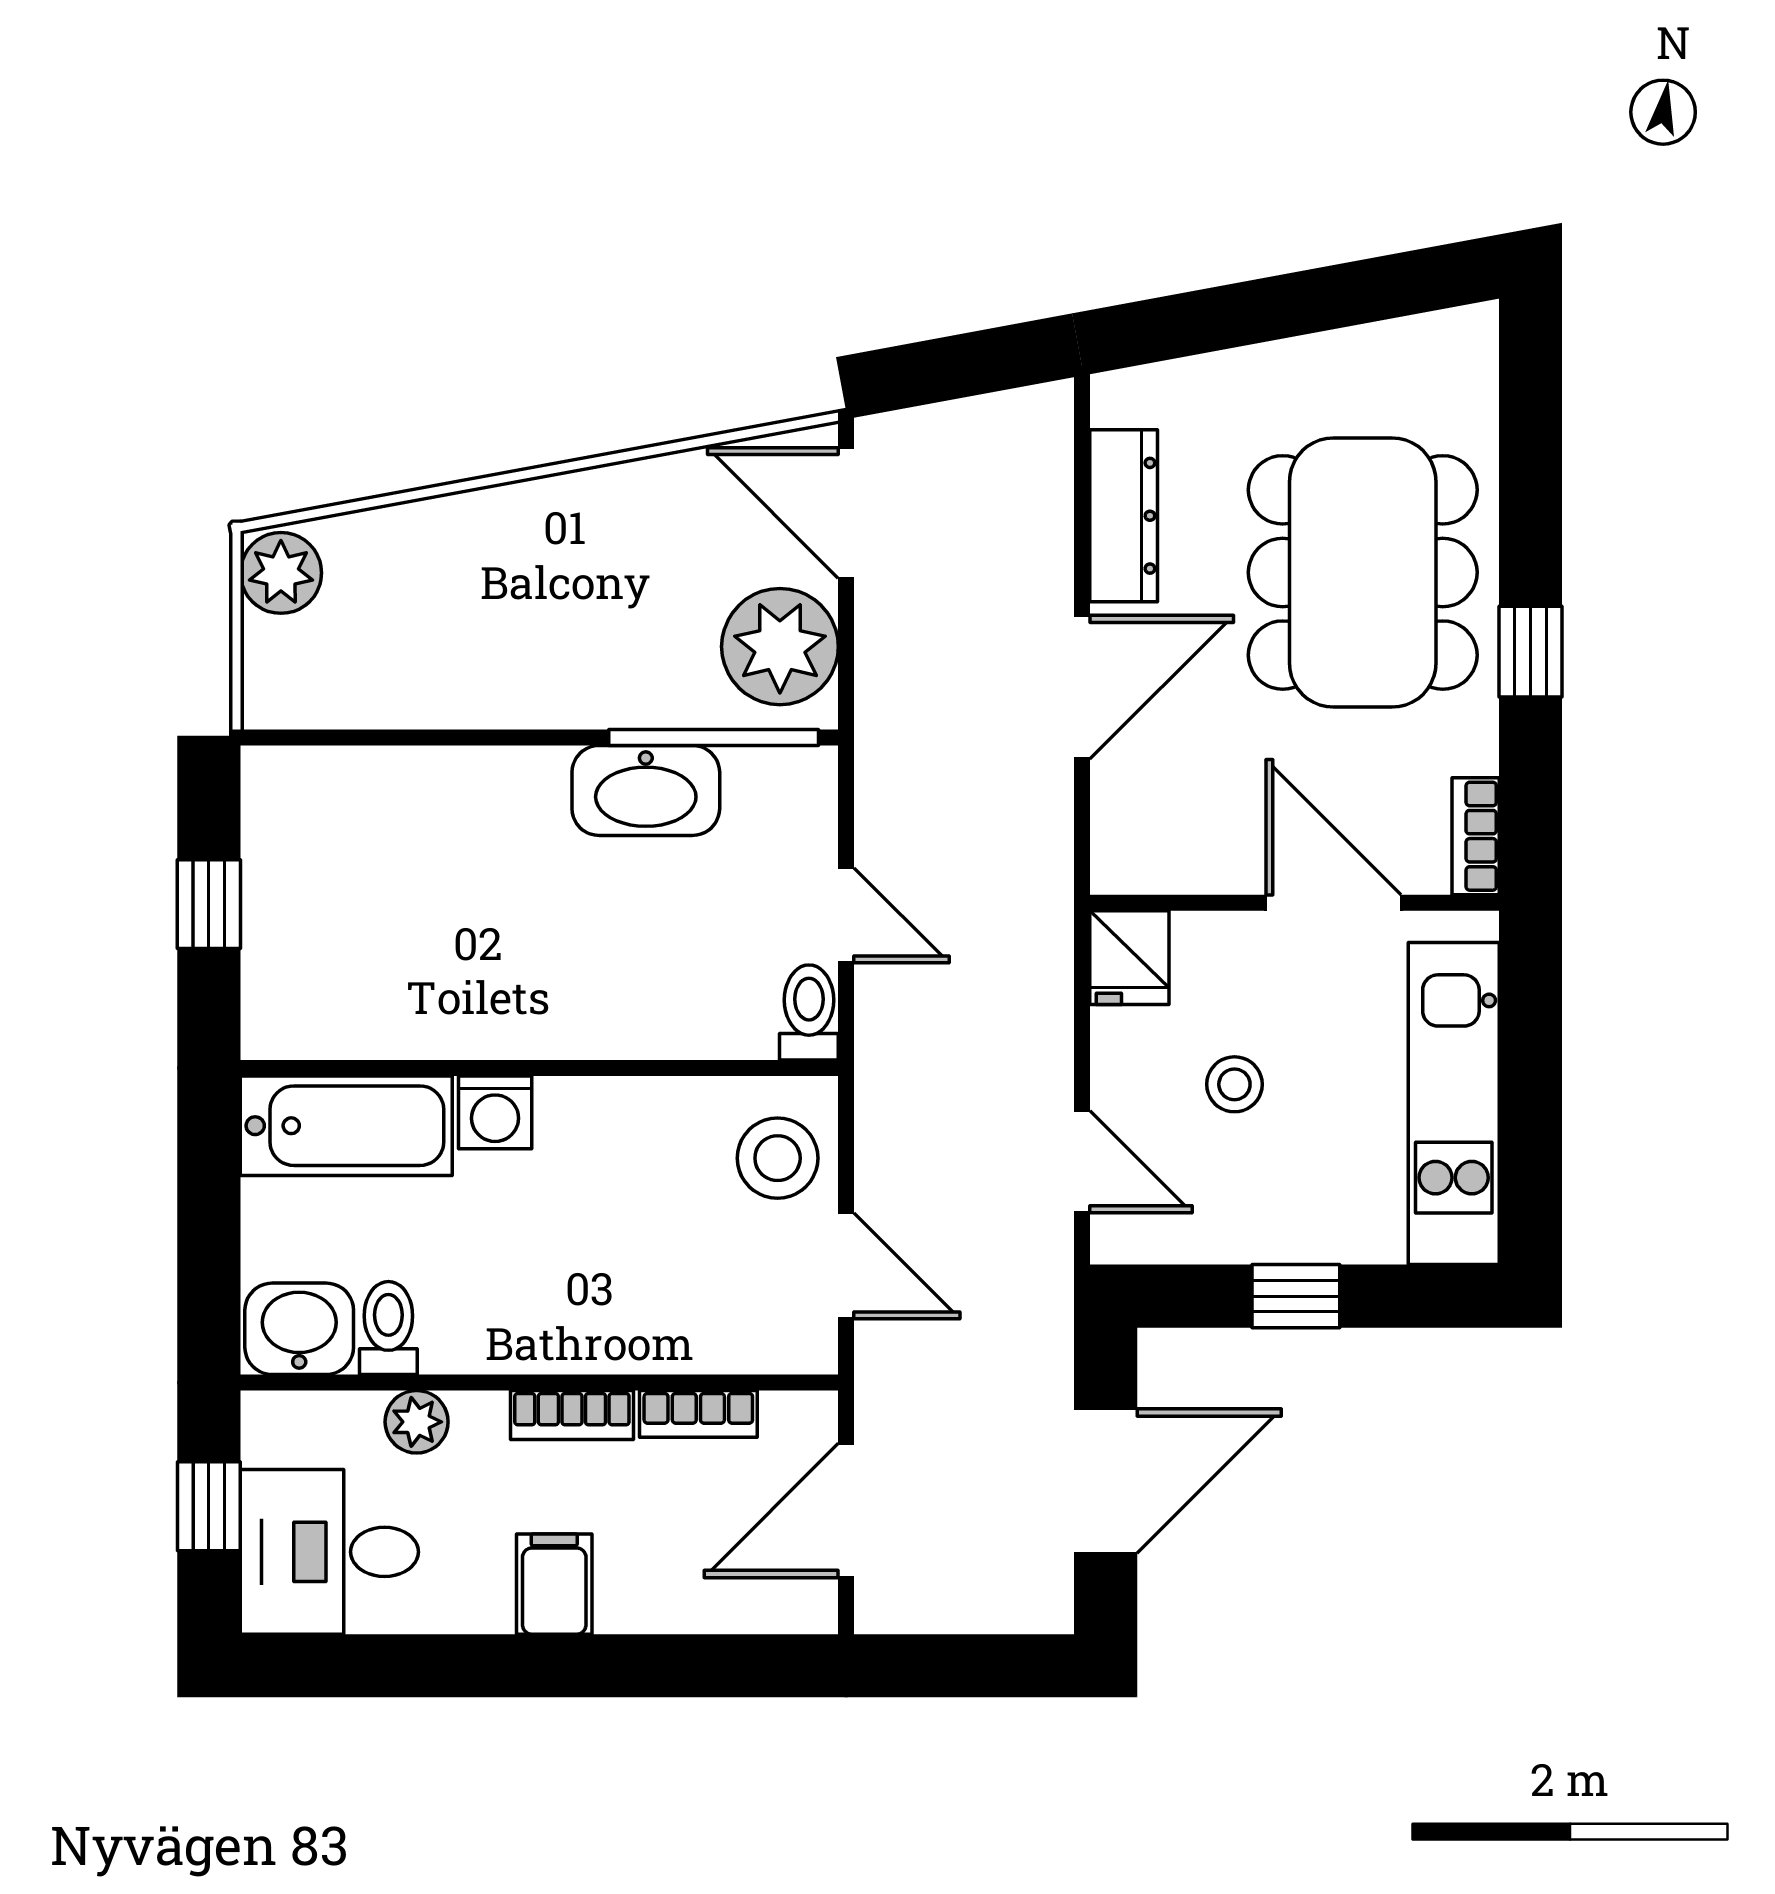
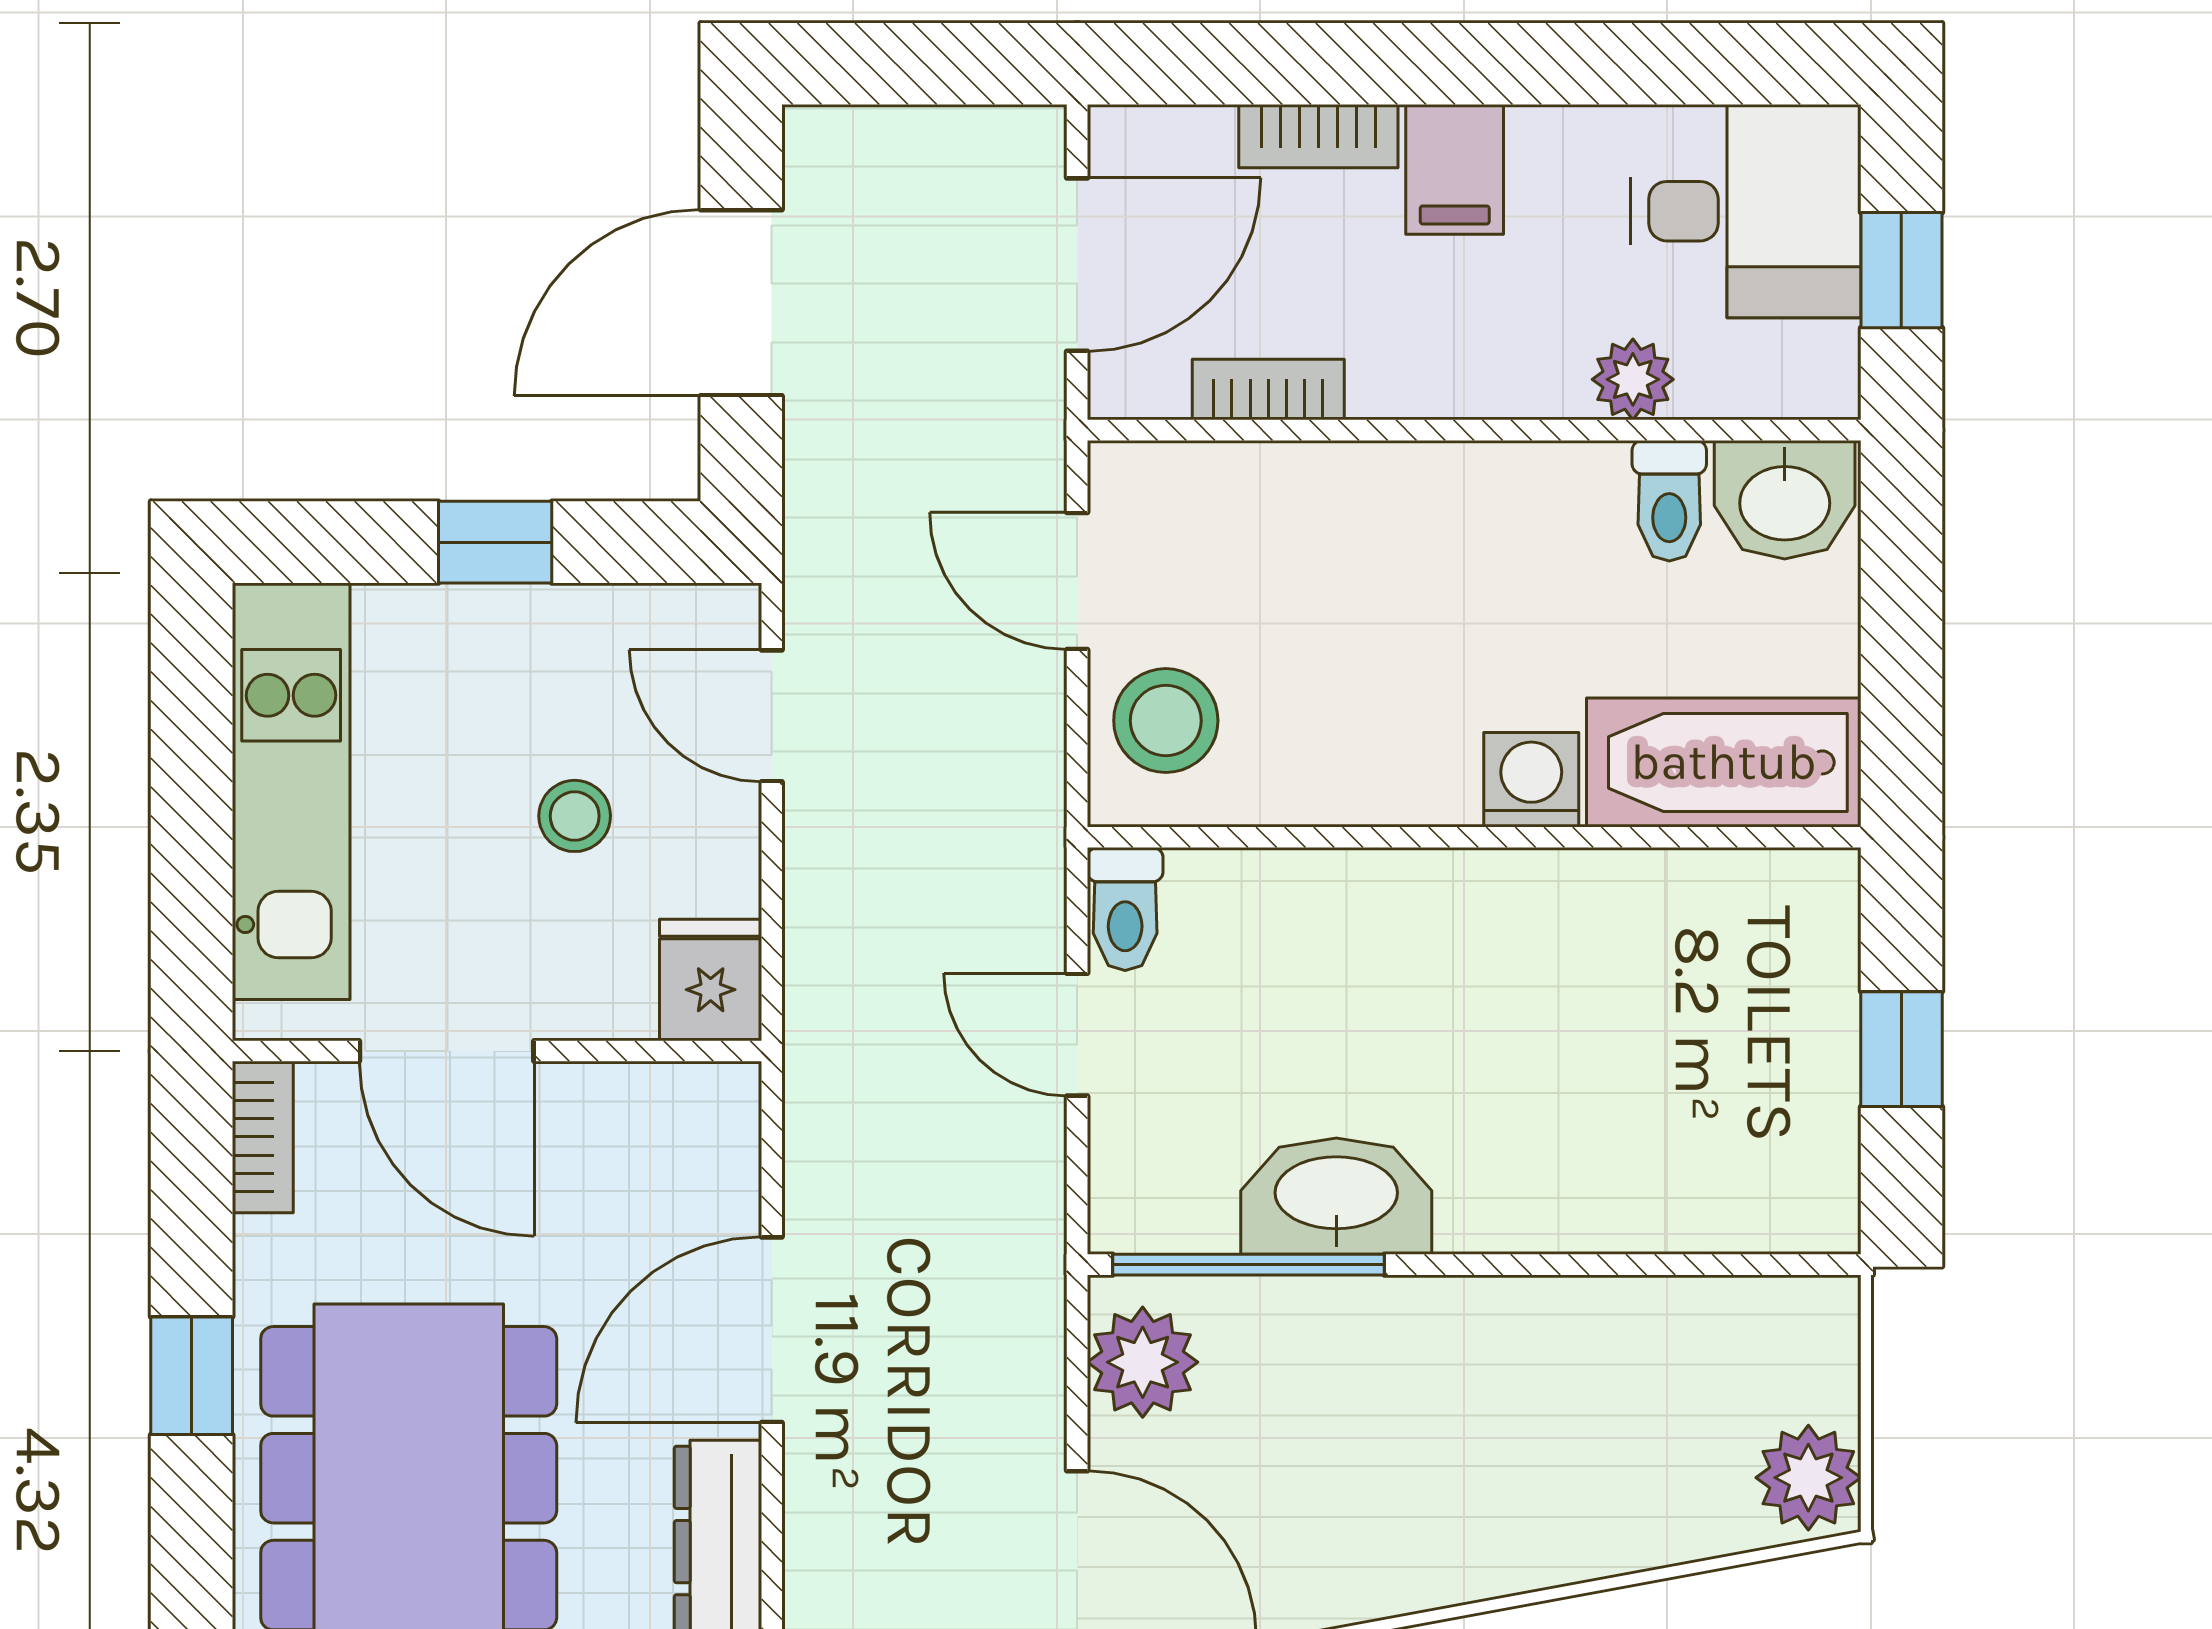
plant: (780, 647) -> (1143, 1362), width x0.73, depth x0.73
bookcase: (572, 1415) -> (1318, 136), moved, turned 180

